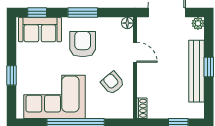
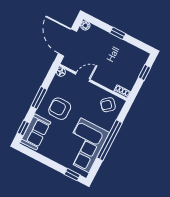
bench: (196, 71) -> (116, 43), removed
window: (12, 75) -> (72, 175), moved
armchair: (112, 83) -> (108, 105), moved

